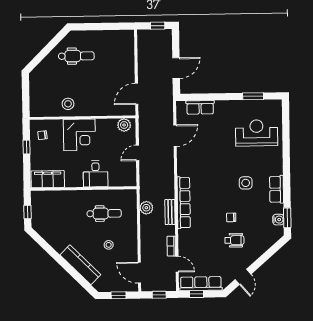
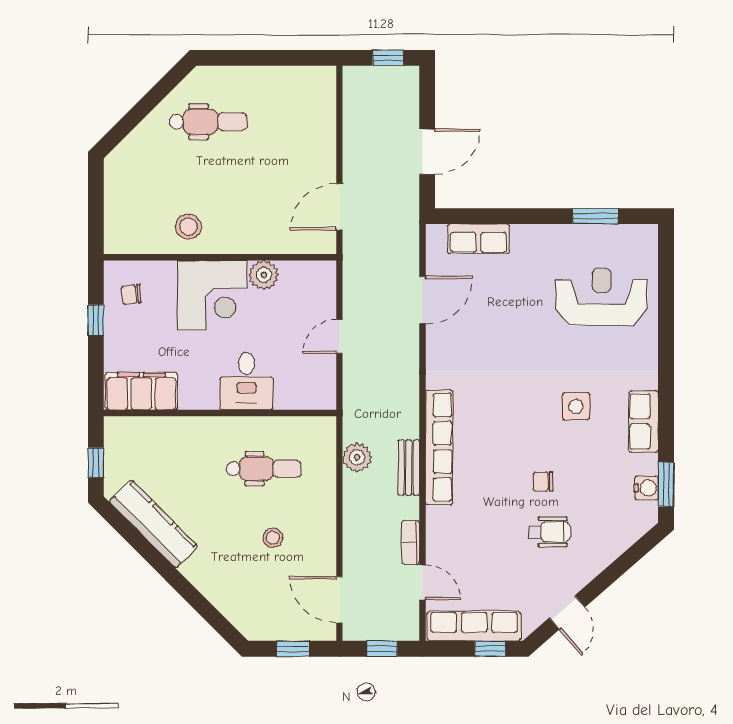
plant: (124, 125) -> (264, 275), moved
kitchen counter: (80, 265) -> (154, 524), moved
window: (196, 294) -> (490, 649), moved

